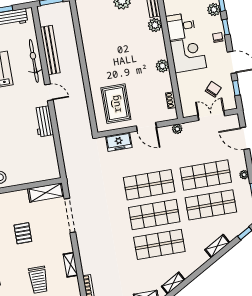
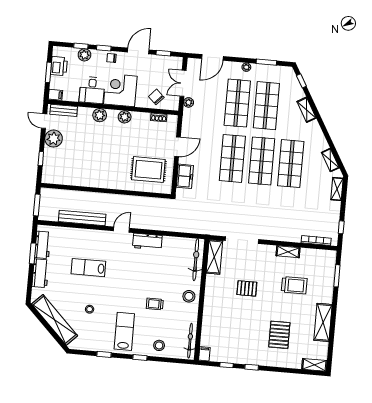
plant: (155, 25) -> (100, 115), moved
bicycle: (34, 61) -> (196, 260), moved, turned 90
chair: (213, 89) -> (156, 97), moved
plant: (177, 129) -> (189, 102), moved

